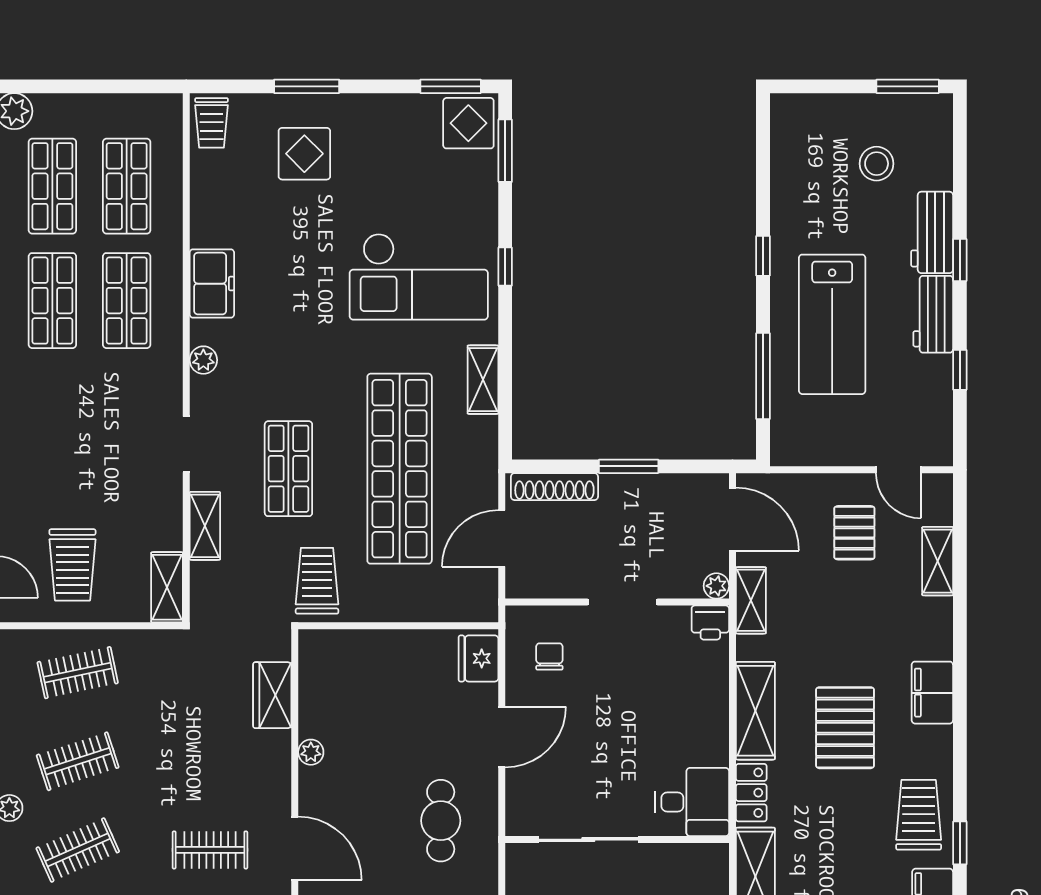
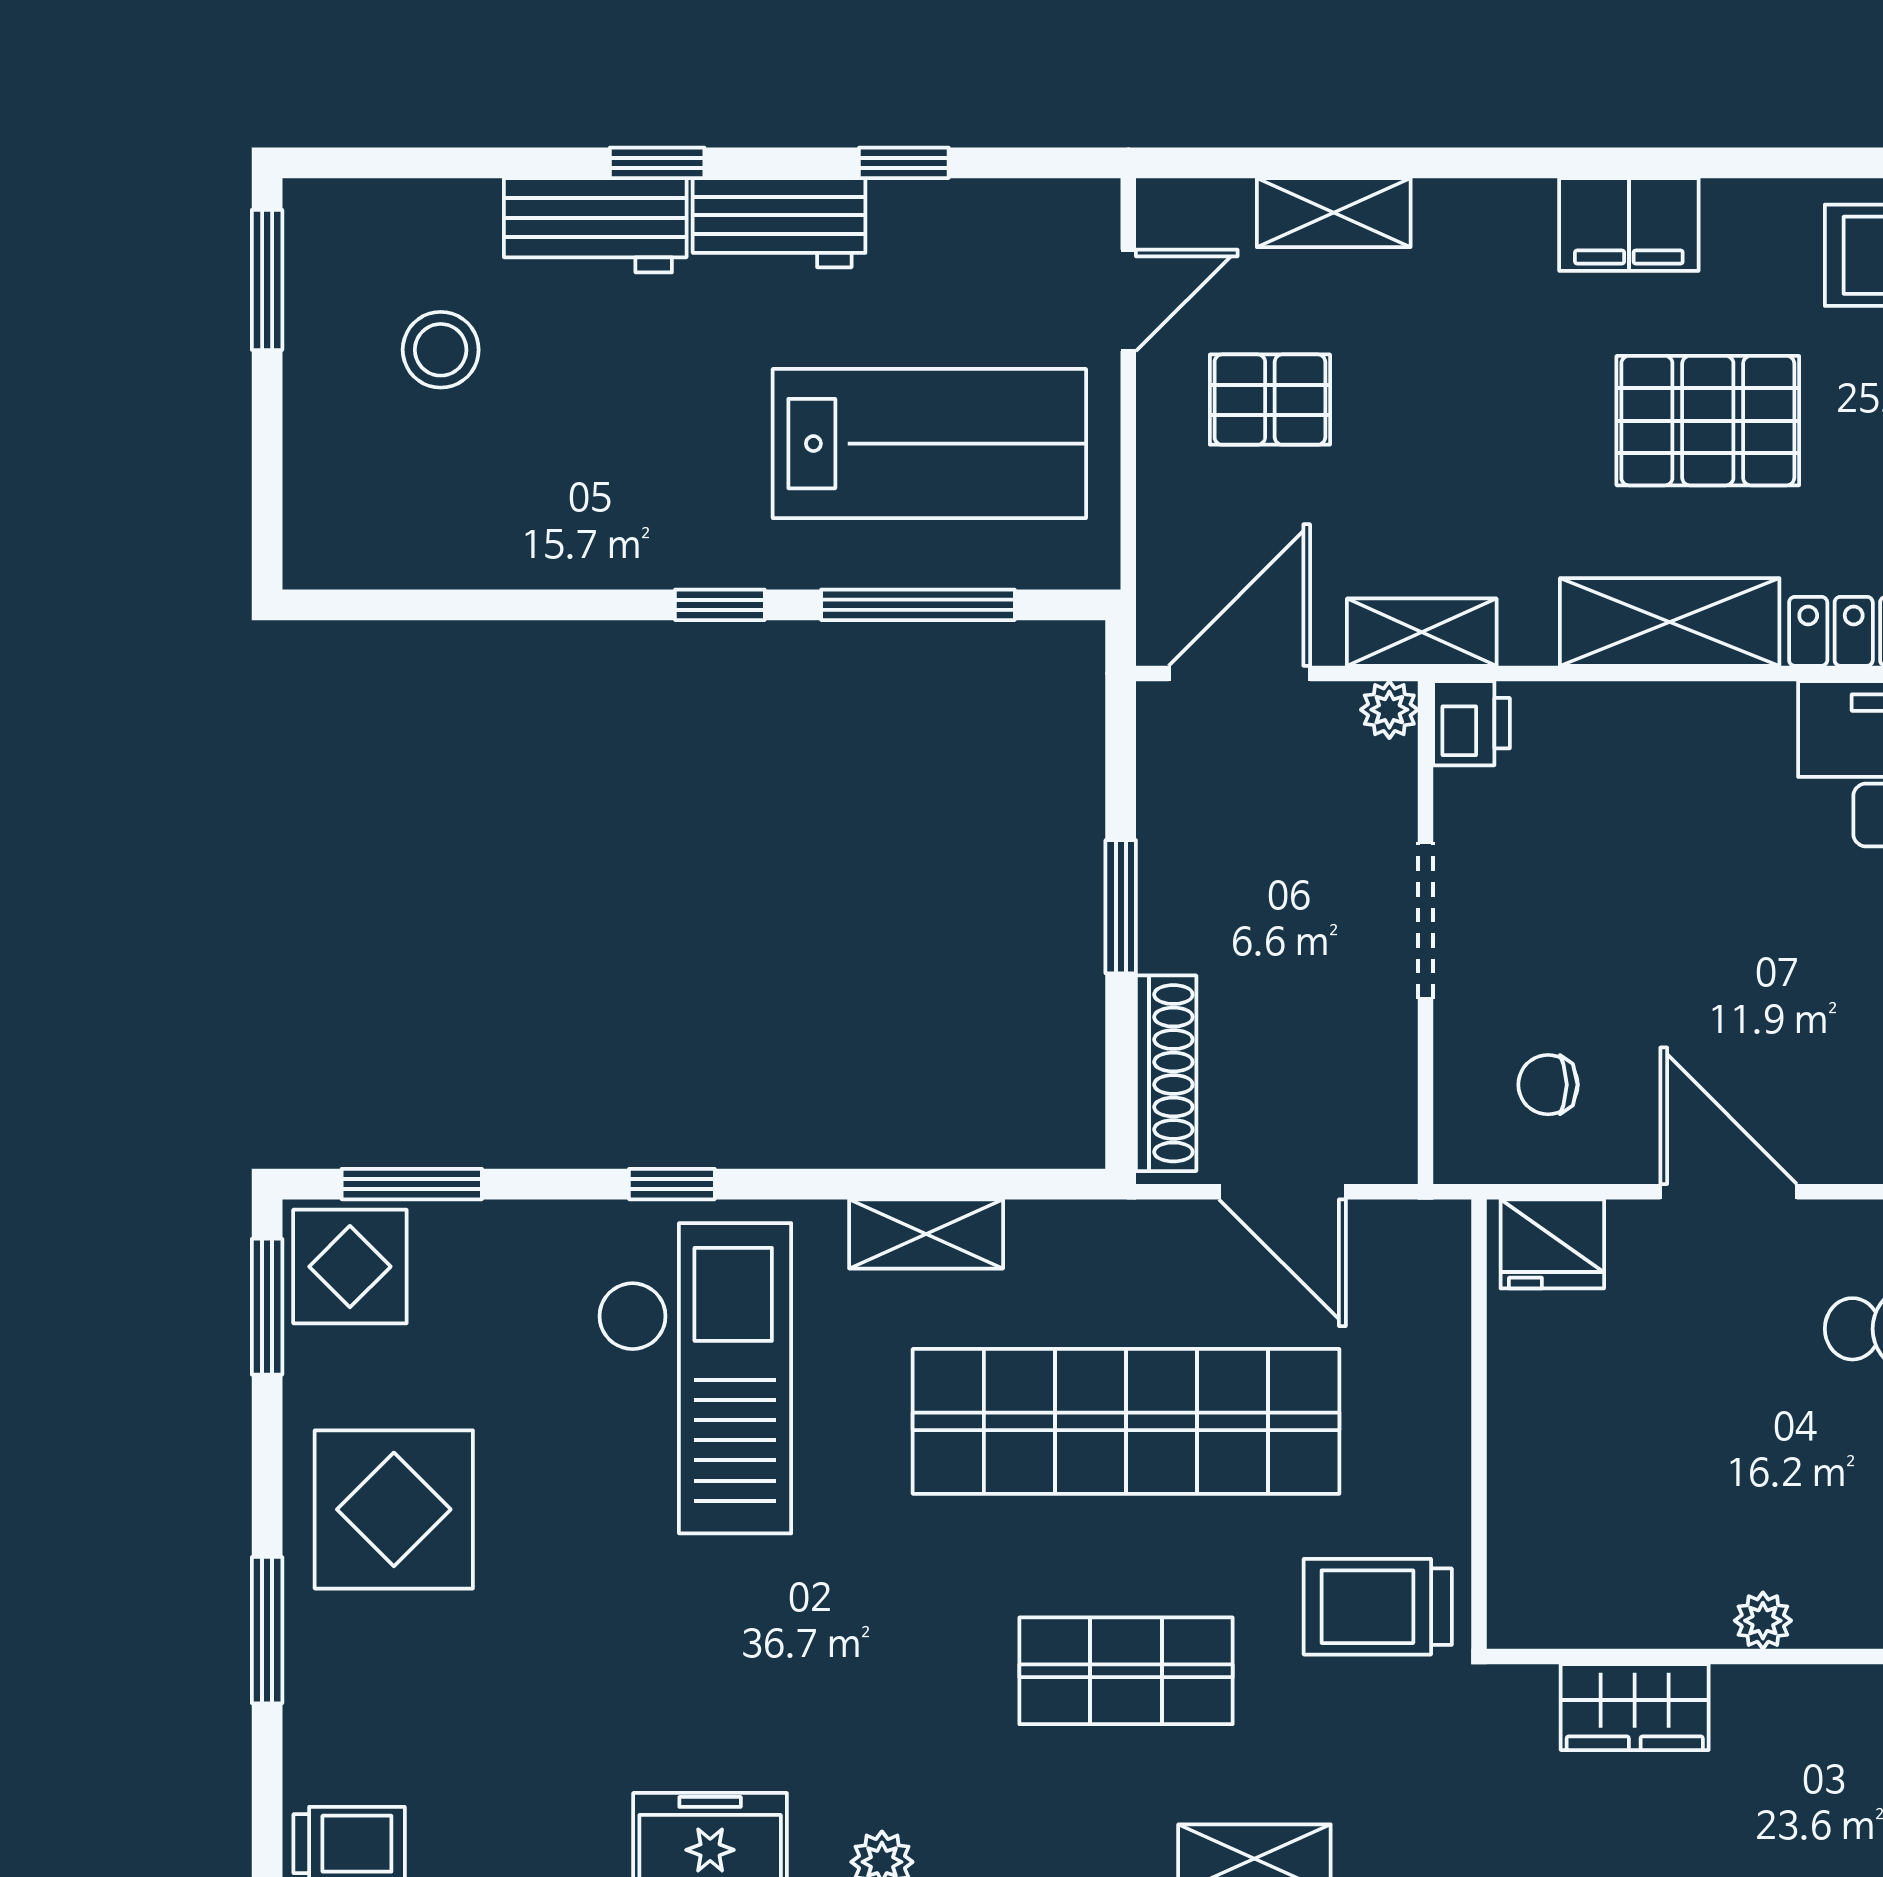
display table: (304, 154) -> (394, 1509), moved, width x1.36, depth x1.36
window: (763, 256) -> (720, 605), moved
lab bench: (832, 324) -> (929, 444), moved

